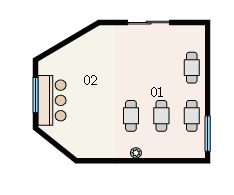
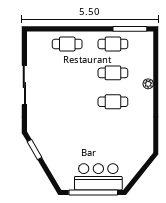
window: (81, 33) -> (34, 150), added
window: (35, 95) -> (93, 192), width x1.46
plant: (136, 153) -> (148, 84), moved

